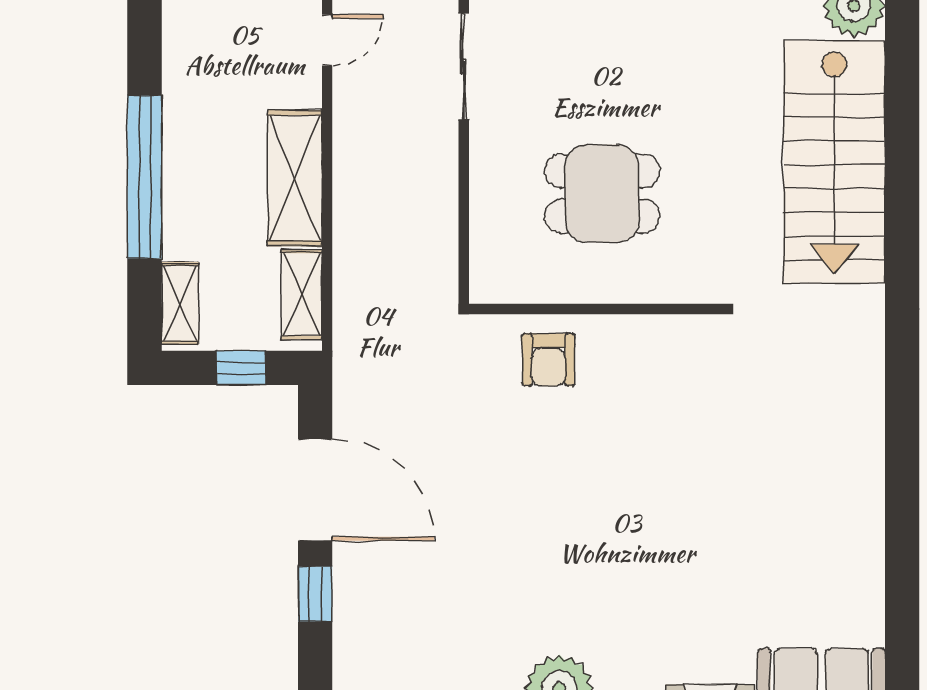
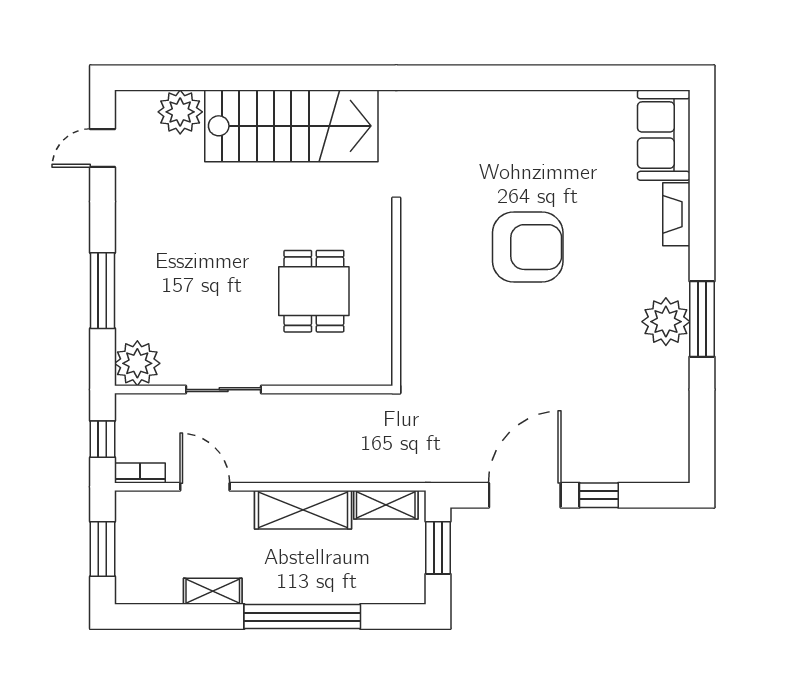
door: (327, 40) -> (205, 487), width x1.38
shelving: (180, 303) -> (213, 591), moved
armchair: (548, 360) -> (528, 247), moved, width x1.88, depth x1.88
window: (241, 368) -> (438, 548), width x1.50

